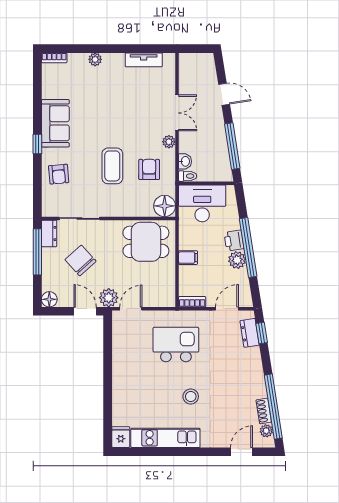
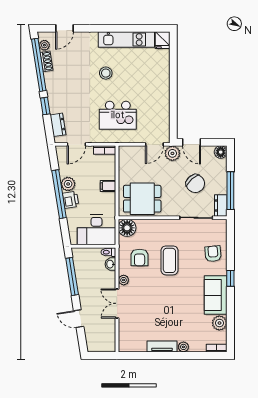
tv unit: (144, 60) -> (162, 347), moved
plant: (51, 89) -> (219, 323), added
window: (262, 333) -> (45, 106), moved

